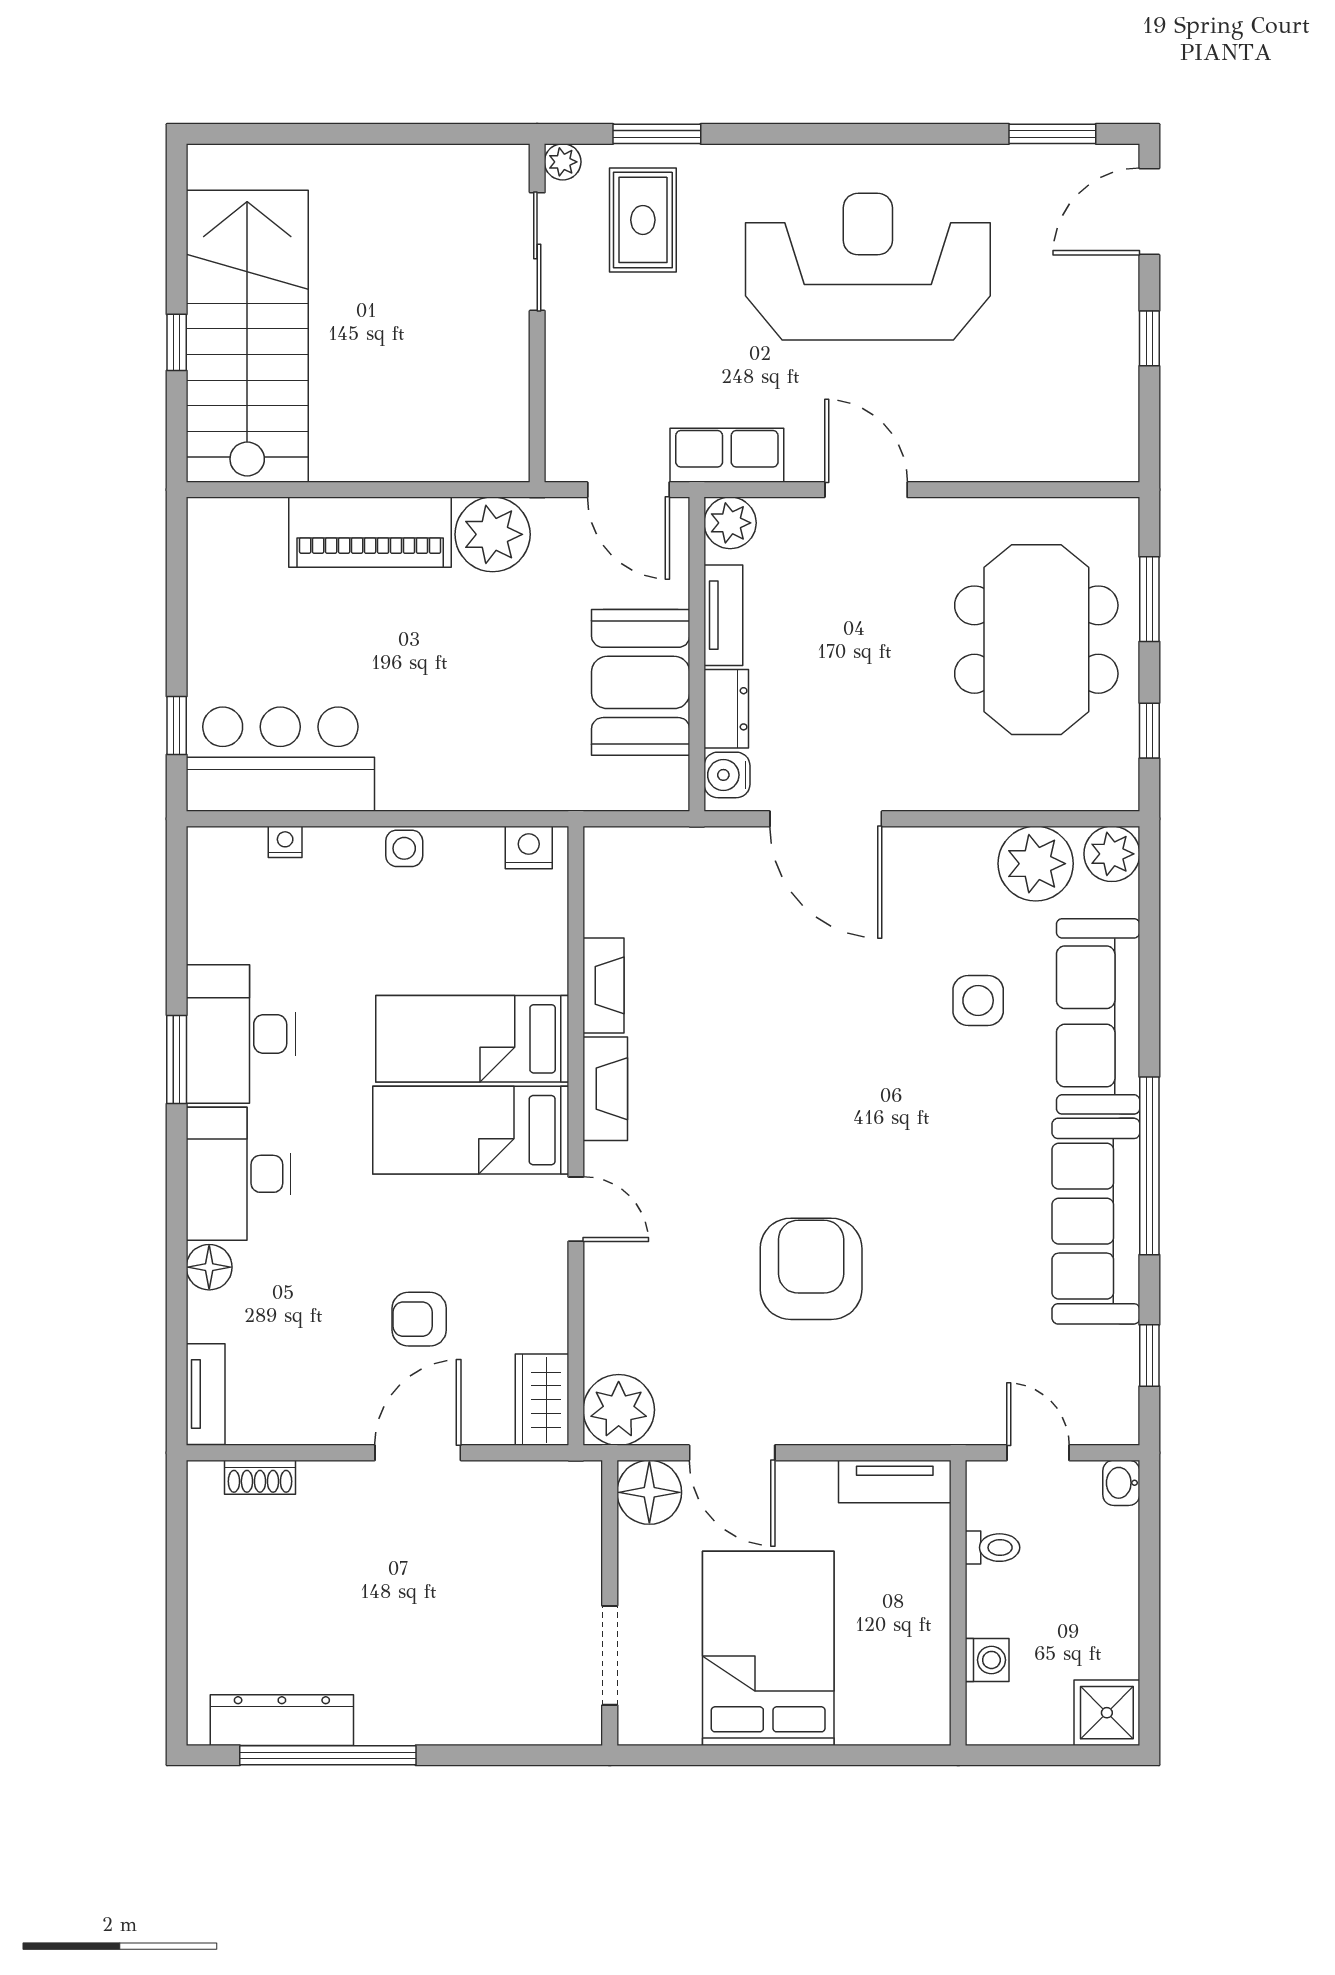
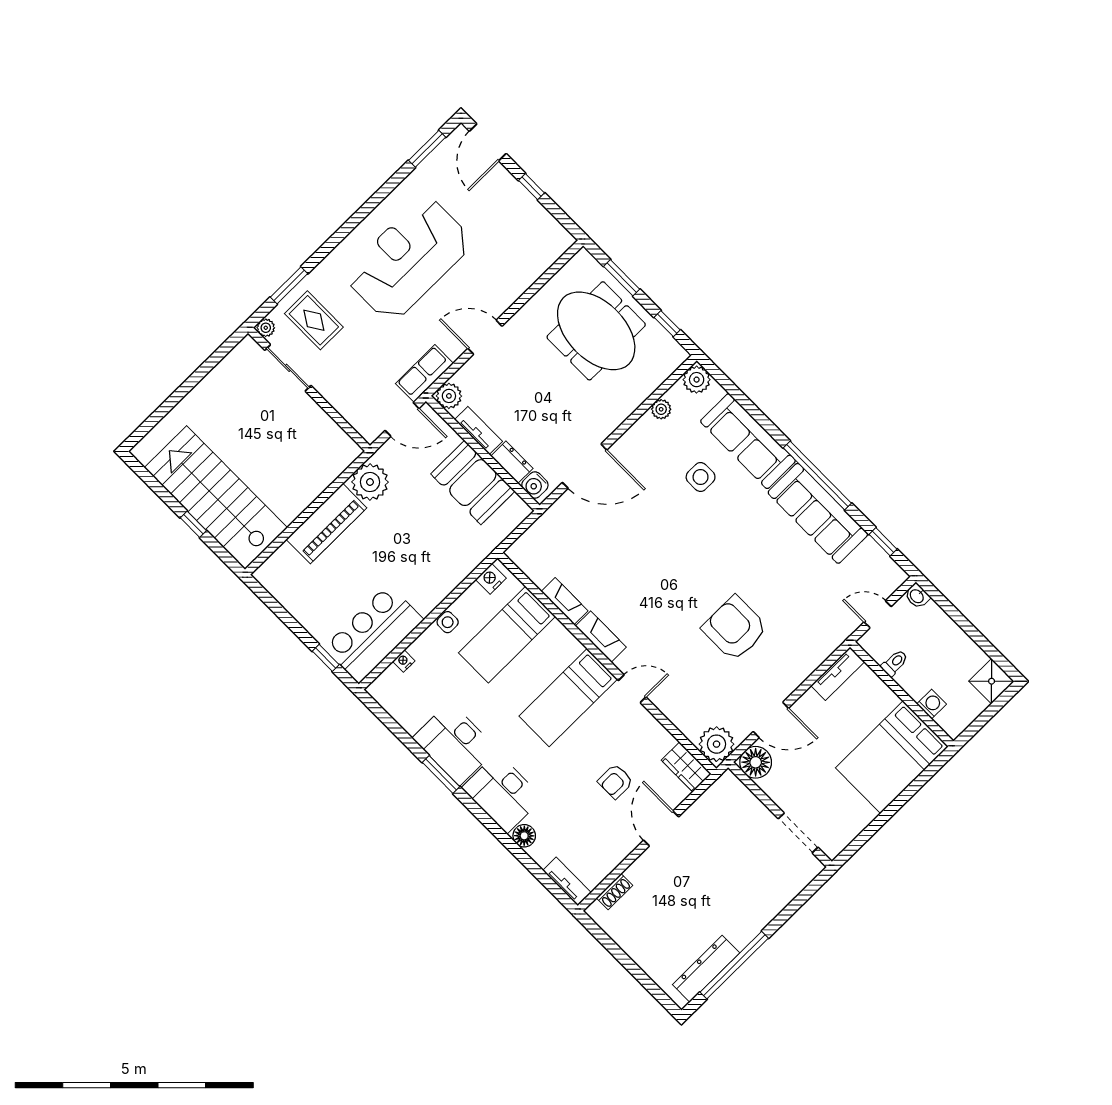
plant: (1036, 864) -> (661, 409), width x0.53, depth x0.53
bed: (472, 1039) -> (507, 635), moved
bed: (768, 1648) -> (892, 757), moved, turned -90

